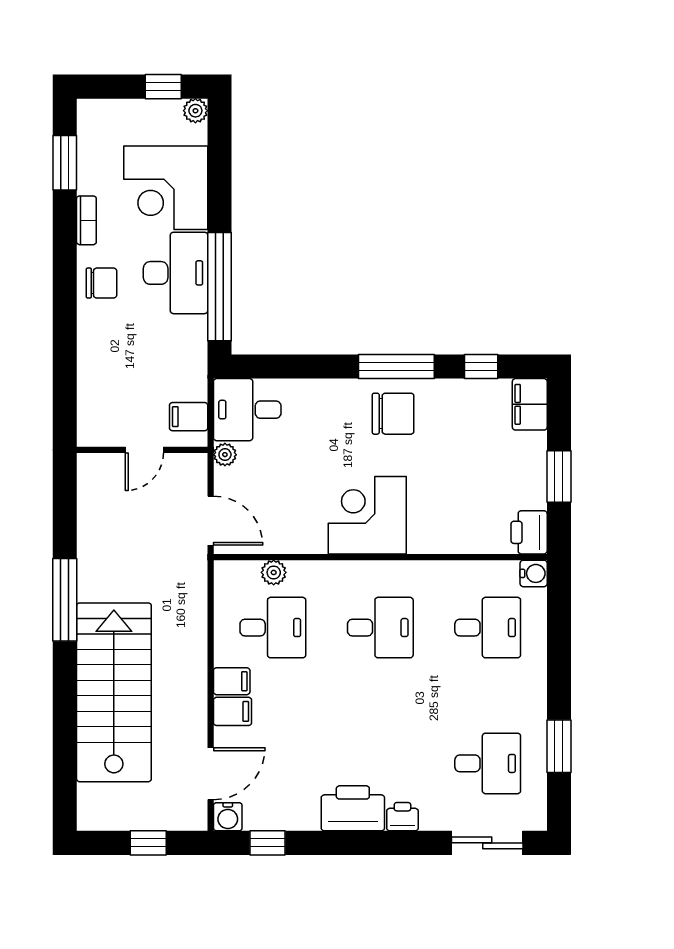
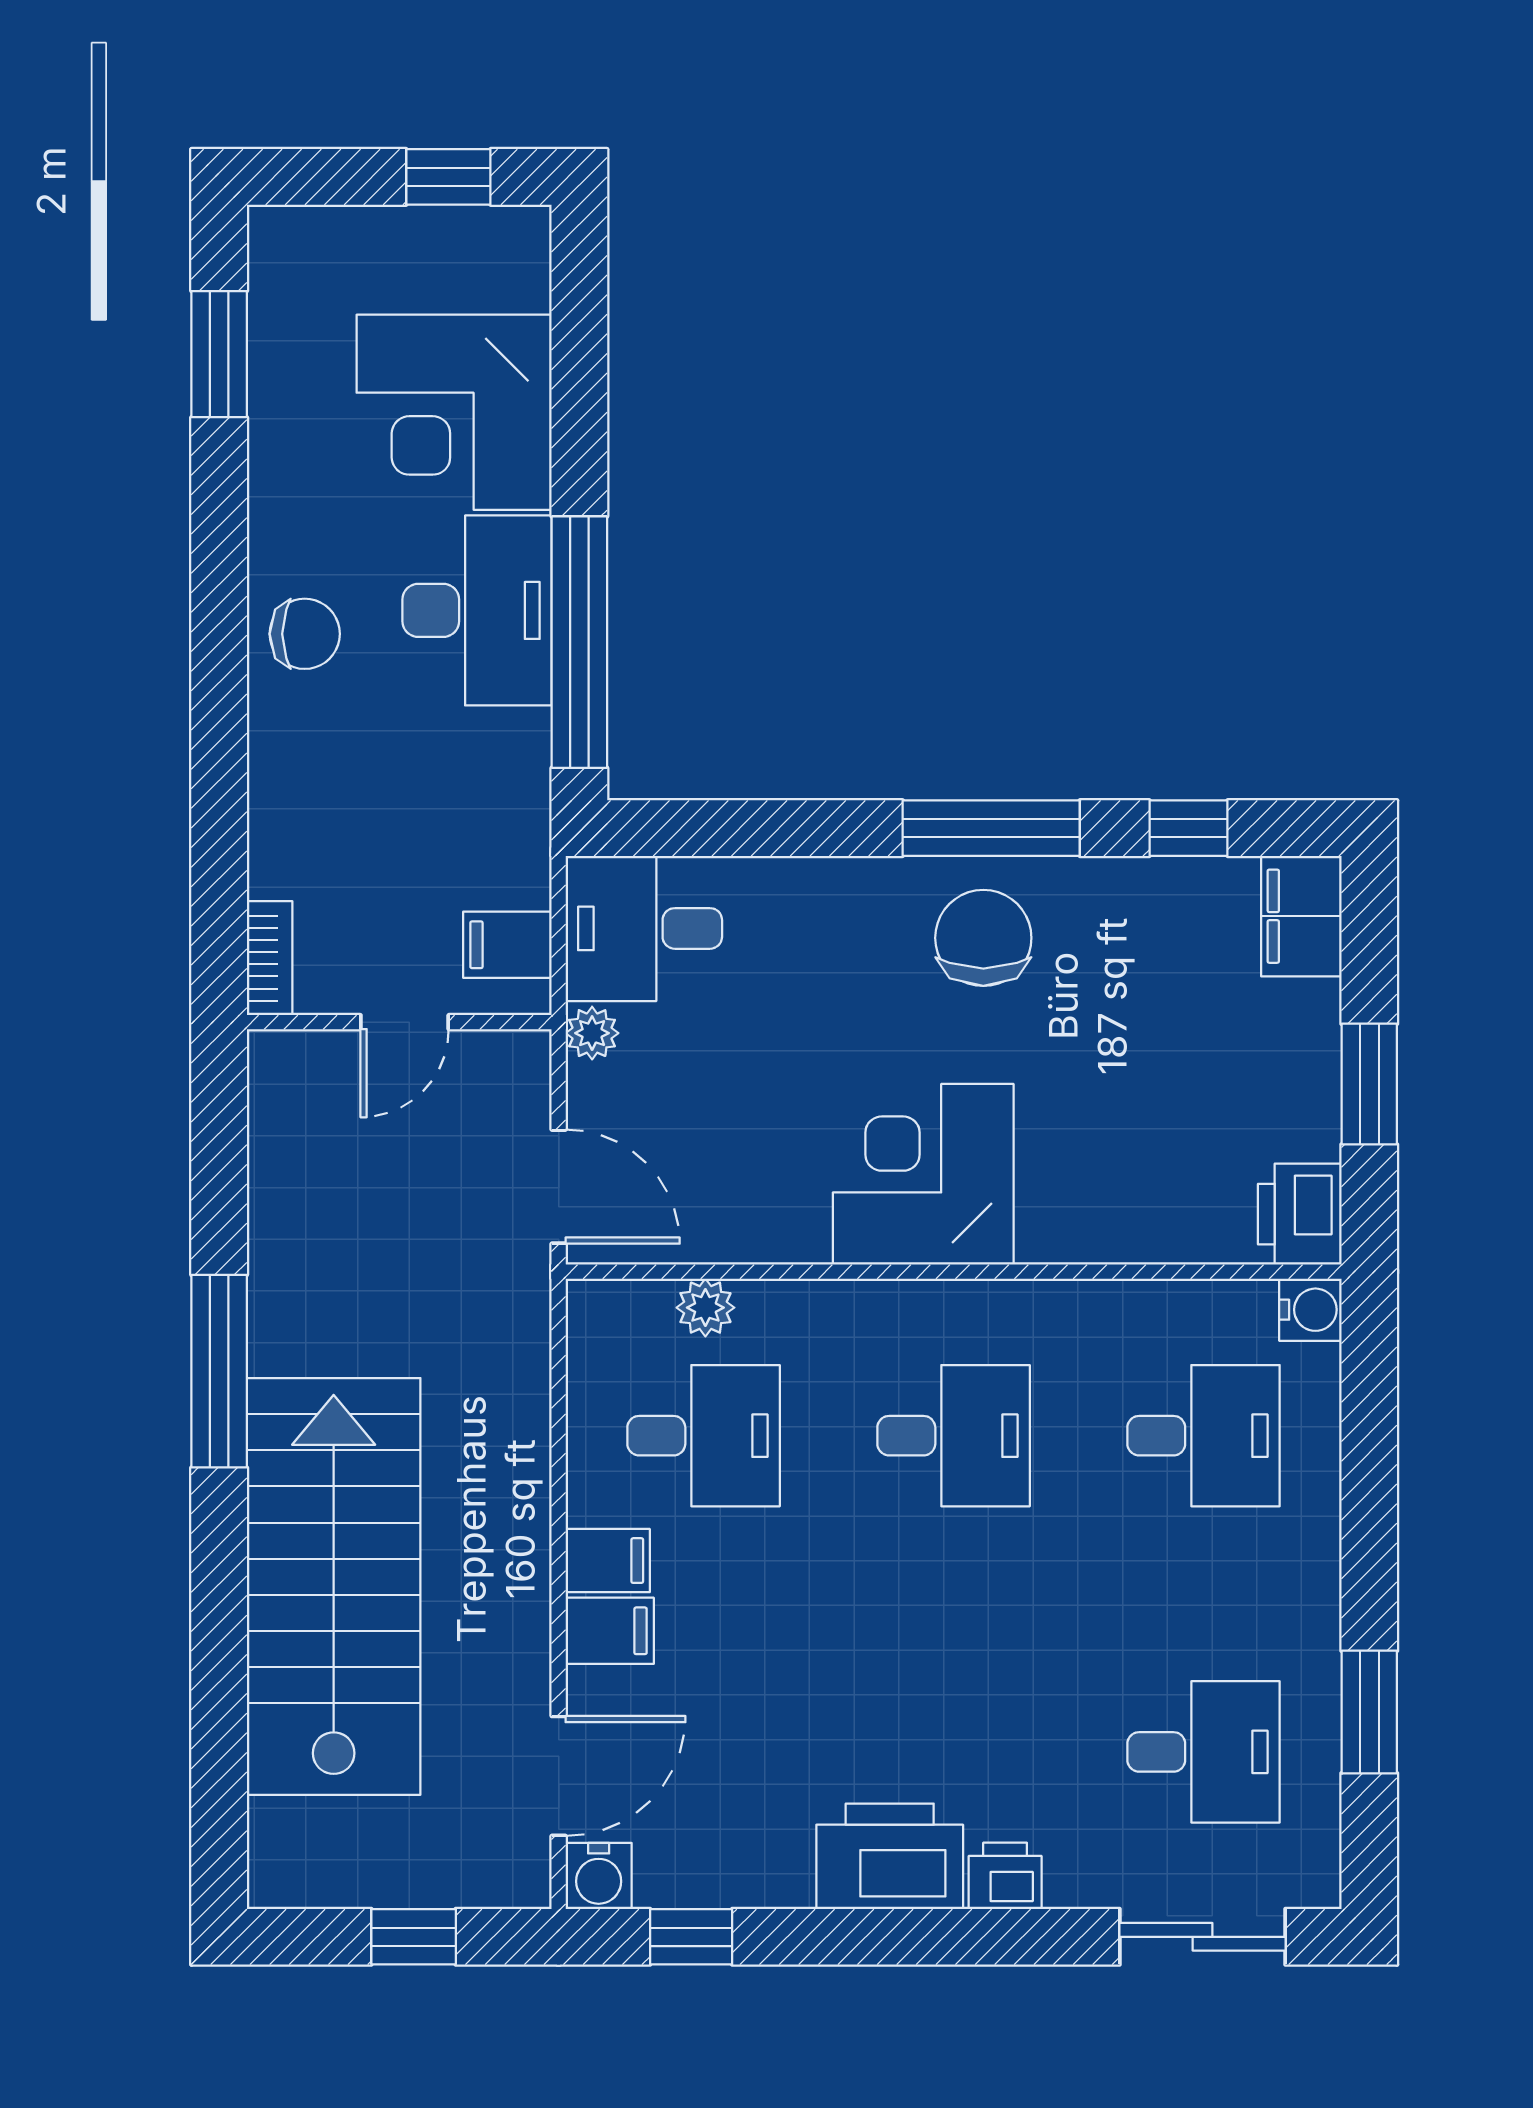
plant: (195, 111) -> (523, 233), removed
bookcase: (86, 220) -> (270, 958), moved
chair: (393, 414) -> (983, 938), turned -90

